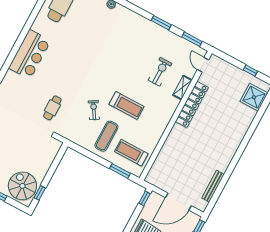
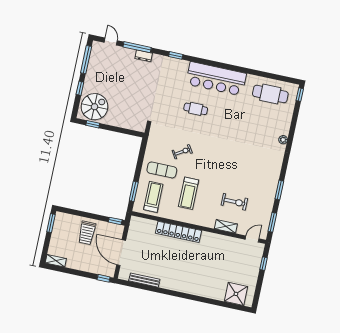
bar counter: (30, 54) -> (216, 79), width x1.36
window: (250, 71) -> (264, 264), moved
locker: (192, 104) -> (178, 232), moved
treadmill: (127, 105) -> (189, 193), moved
cafe table: (52, 108) -> (196, 109), moved

